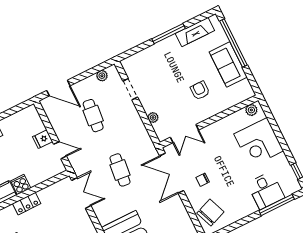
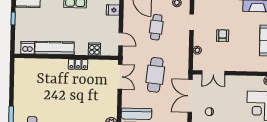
armchair: (200, 90) -> (223, 36), moved
fridge: (43, 139) -> (113, 10), moved
cafe table: (120, 170) -> (155, 75), width x1.37, depth x1.35
cooker: (21, 184) -> (94, 49), moved

